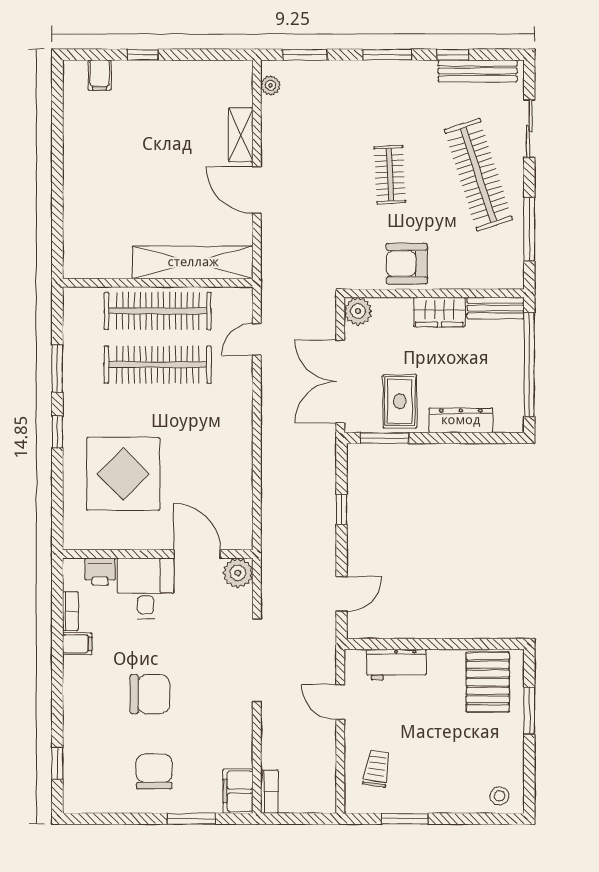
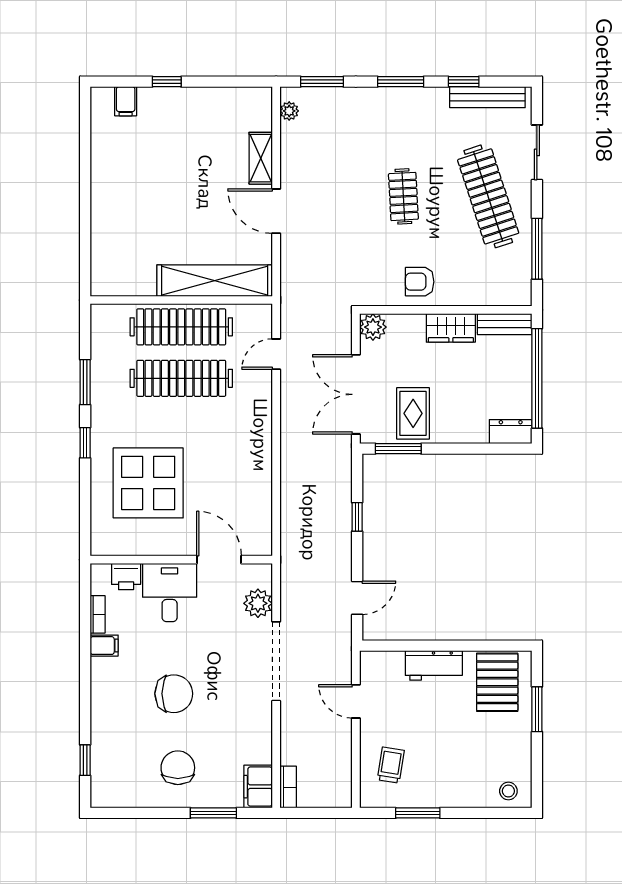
armchair: (407, 264) -> (420, 282), width x0.72, depth x0.72
dresser: (461, 420) -> (511, 432), moved, width x0.70
plant: (238, 573) -> (258, 603), moved
workbench: (396, 665) -> (434, 665), moved

